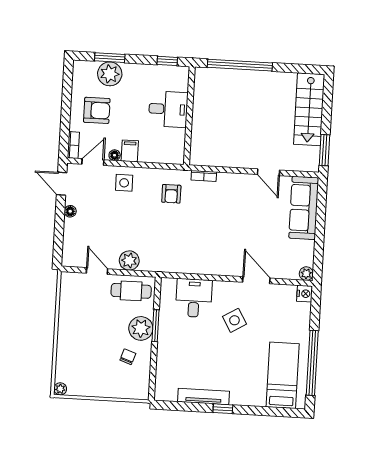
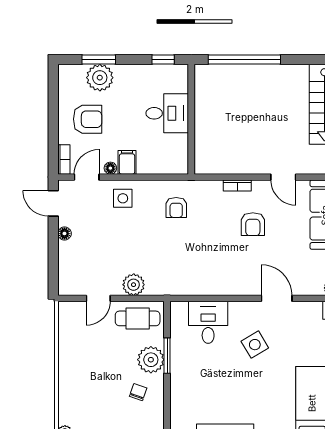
bookcase: (204, 176) -> (237, 185), moved
armchair: (239, 213) -> (253, 224), added
door: (97, 271) -> (98, 298), swing flipped

